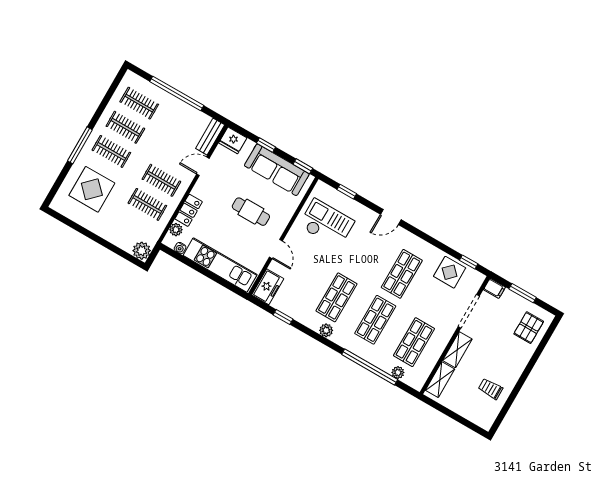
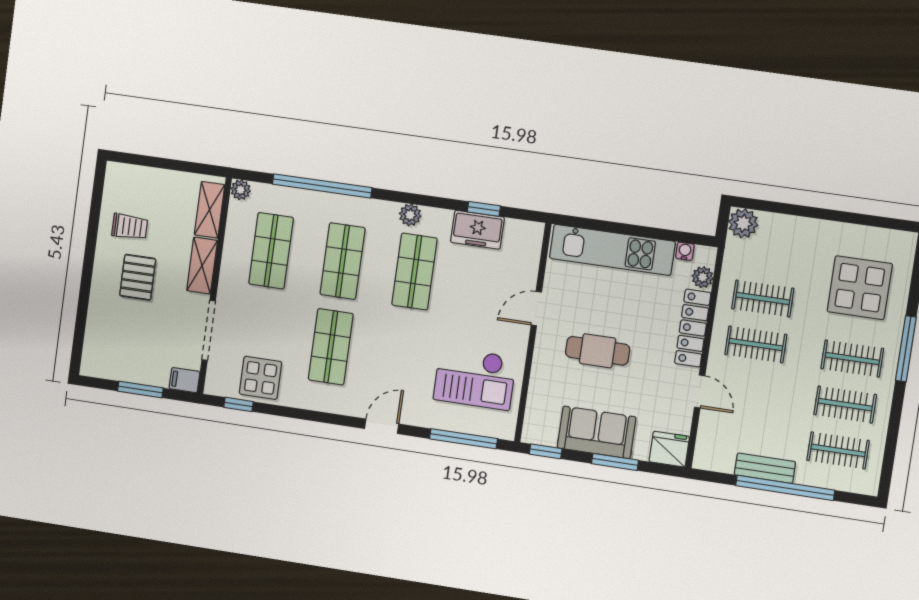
bench: (210, 137) -> (765, 468), moved, turned 90
window: (266, 145) -> (615, 462), width x1.50
door: (203, 166) -> (700, 392), hinge flipped
sofa: (277, 170) -> (597, 432), width x0.73
window: (347, 192) -> (463, 439), width x2.17
locker: (189, 210) -> (693, 328), width x1.53
door: (276, 249) -> (536, 309), hinge flipped
freezer: (268, 287) -> (477, 230), moved, turned -90
pallet: (529, 328) -> (138, 277), moved
plant: (398, 372) -> (241, 190), moved

